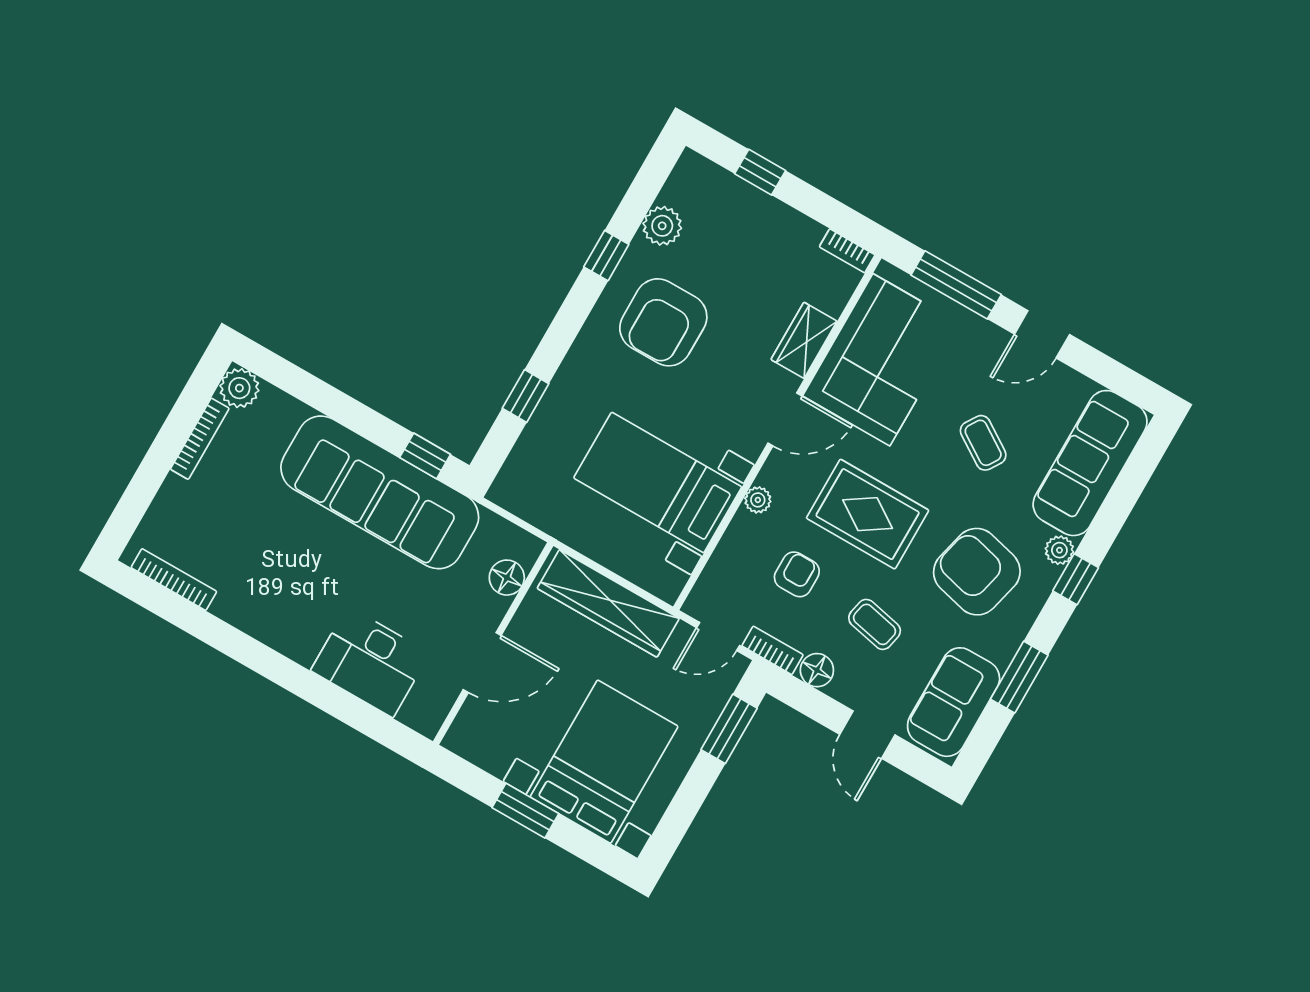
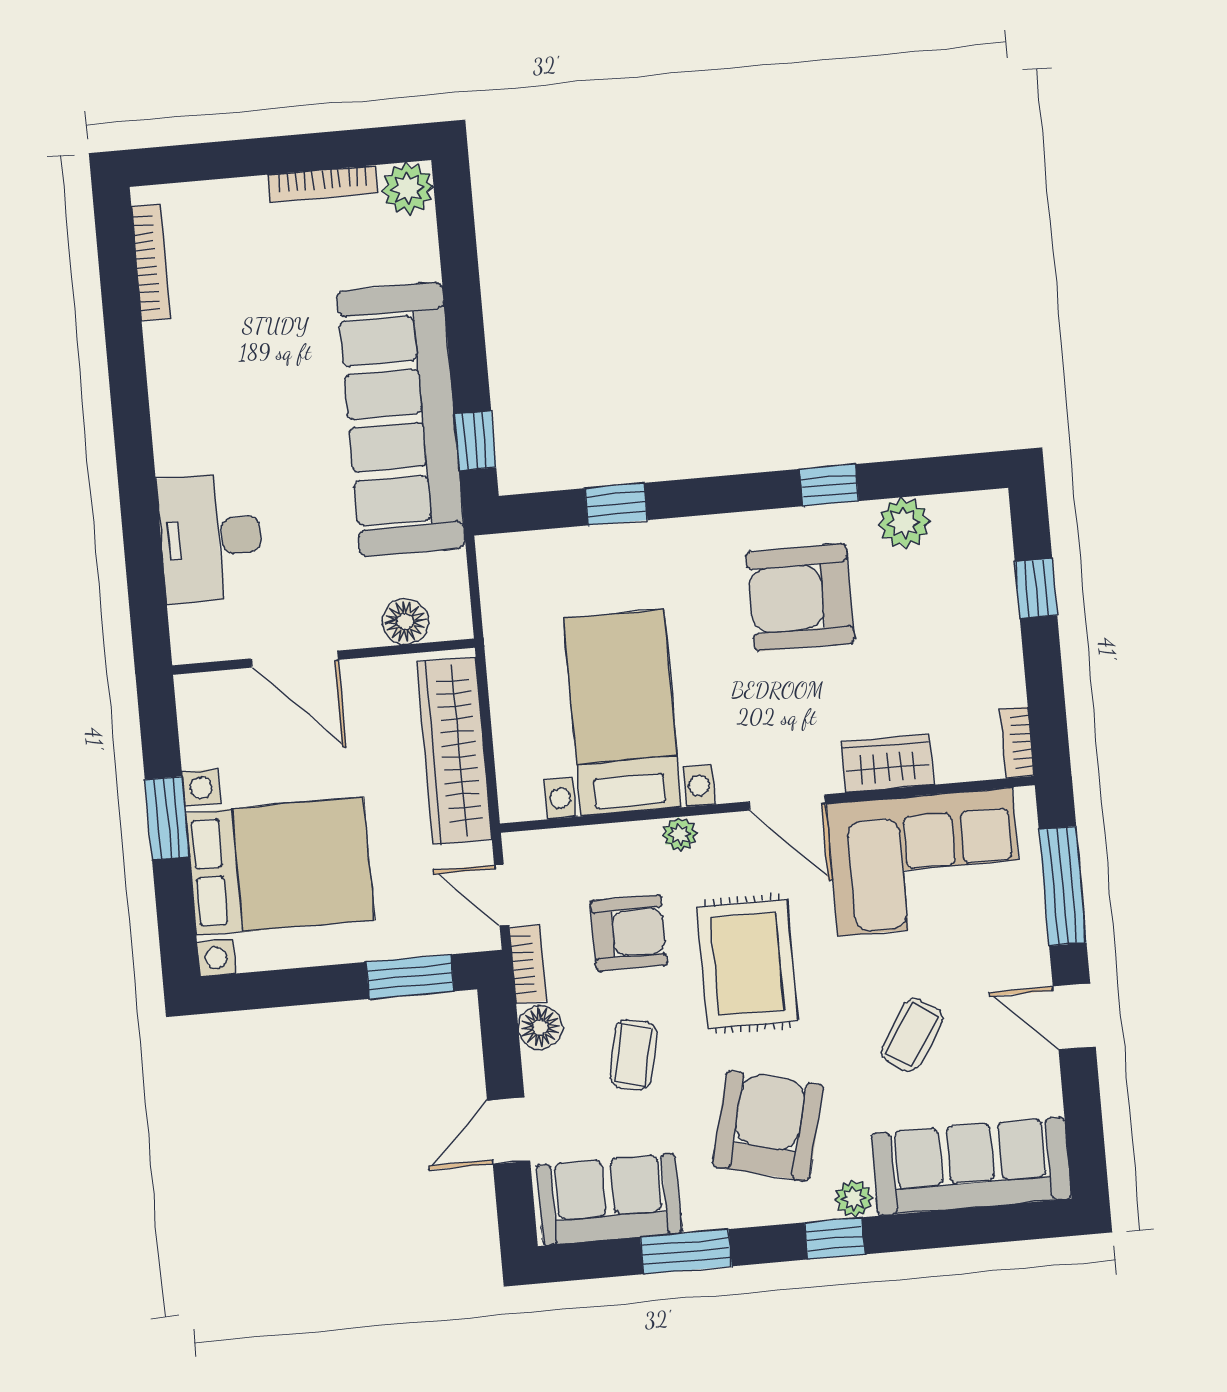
armchair: (797, 574) -> (629, 933), width x1.38, depth x1.38

